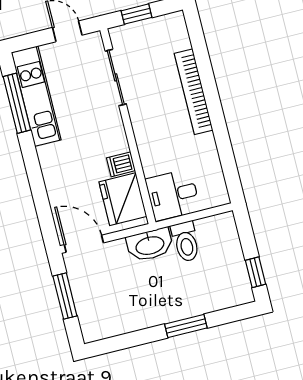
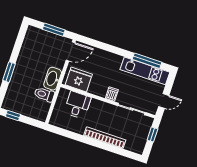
dishwasher: (121, 164) -> (112, 94), moved
desk: (173, 195) -> (77, 105), moved

